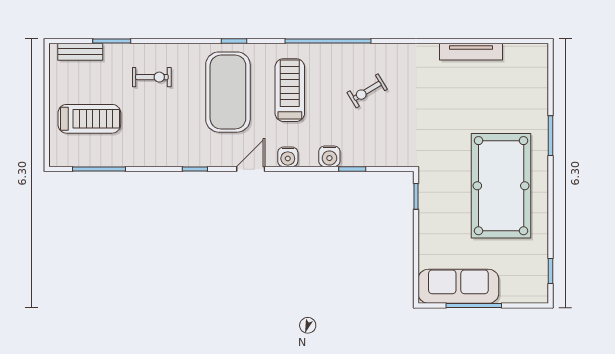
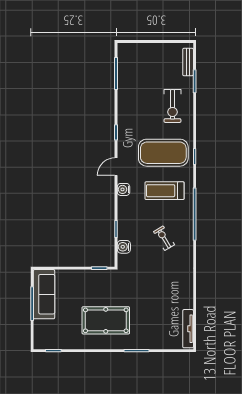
tv unit: (471, 52) -> (188, 329), moved
exercise bike: (152, 77) -> (172, 106), width x1.38, depth x1.39
treadmill: (290, 90) -> (164, 191), turned 180
treadmill: (89, 119) -> (147, 68), removed
water cooler: (329, 156) -> (124, 247), moved
door: (251, 169) -> (116, 167), swing flipped
pool table: (501, 186) -> (106, 320), width x0.73, depth x0.76

